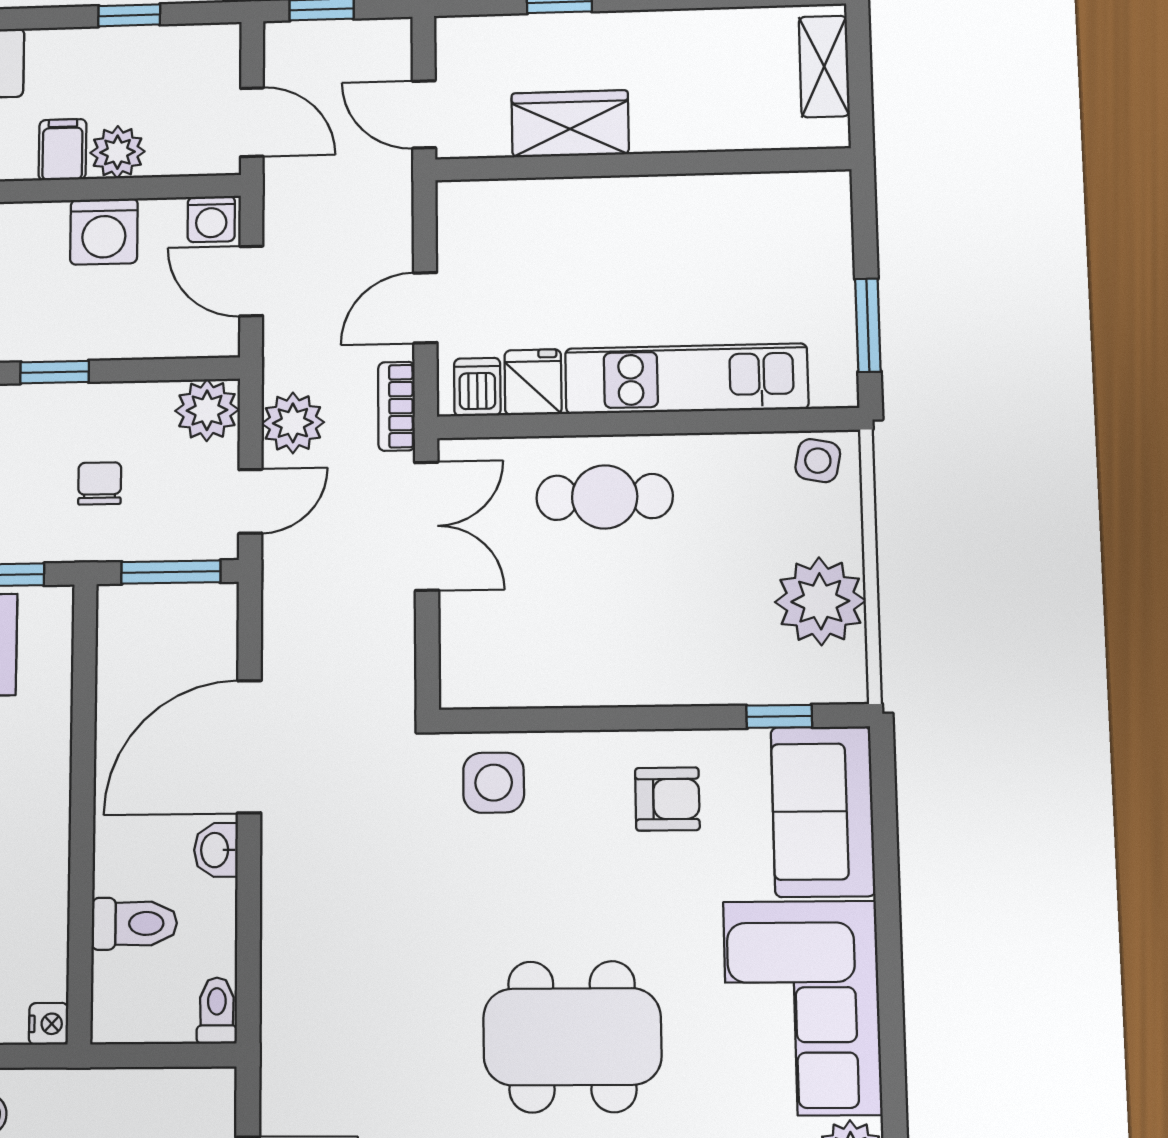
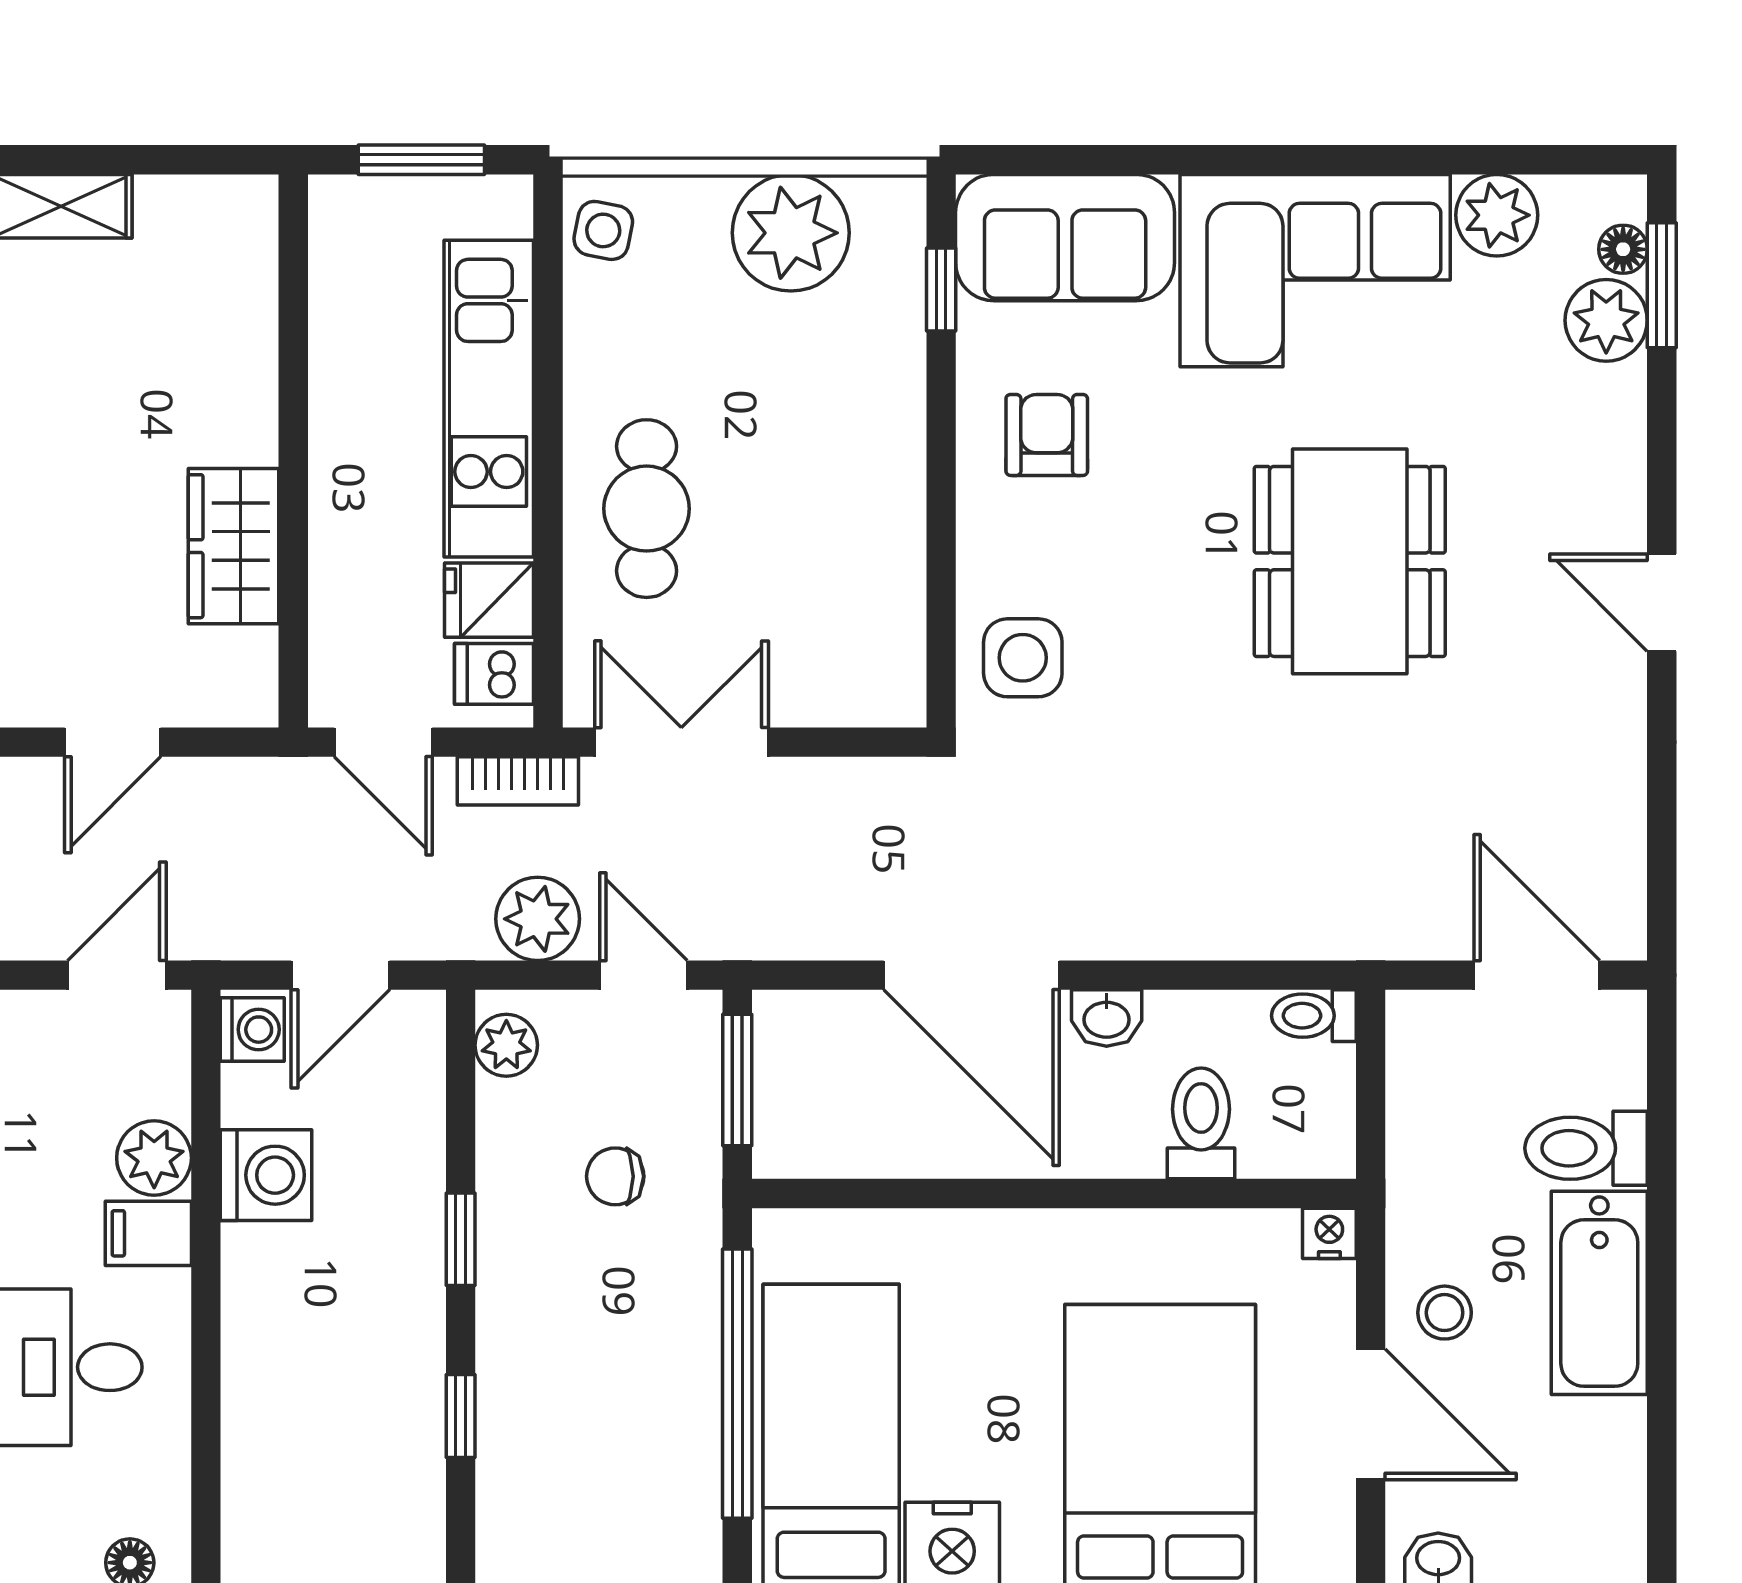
wardrobe: (570, 124) -> (234, 546), moved
wall: (642, 164) -> (293, 451), moved
plant: (207, 410) -> (506, 1045), width x0.73, depth x0.73

